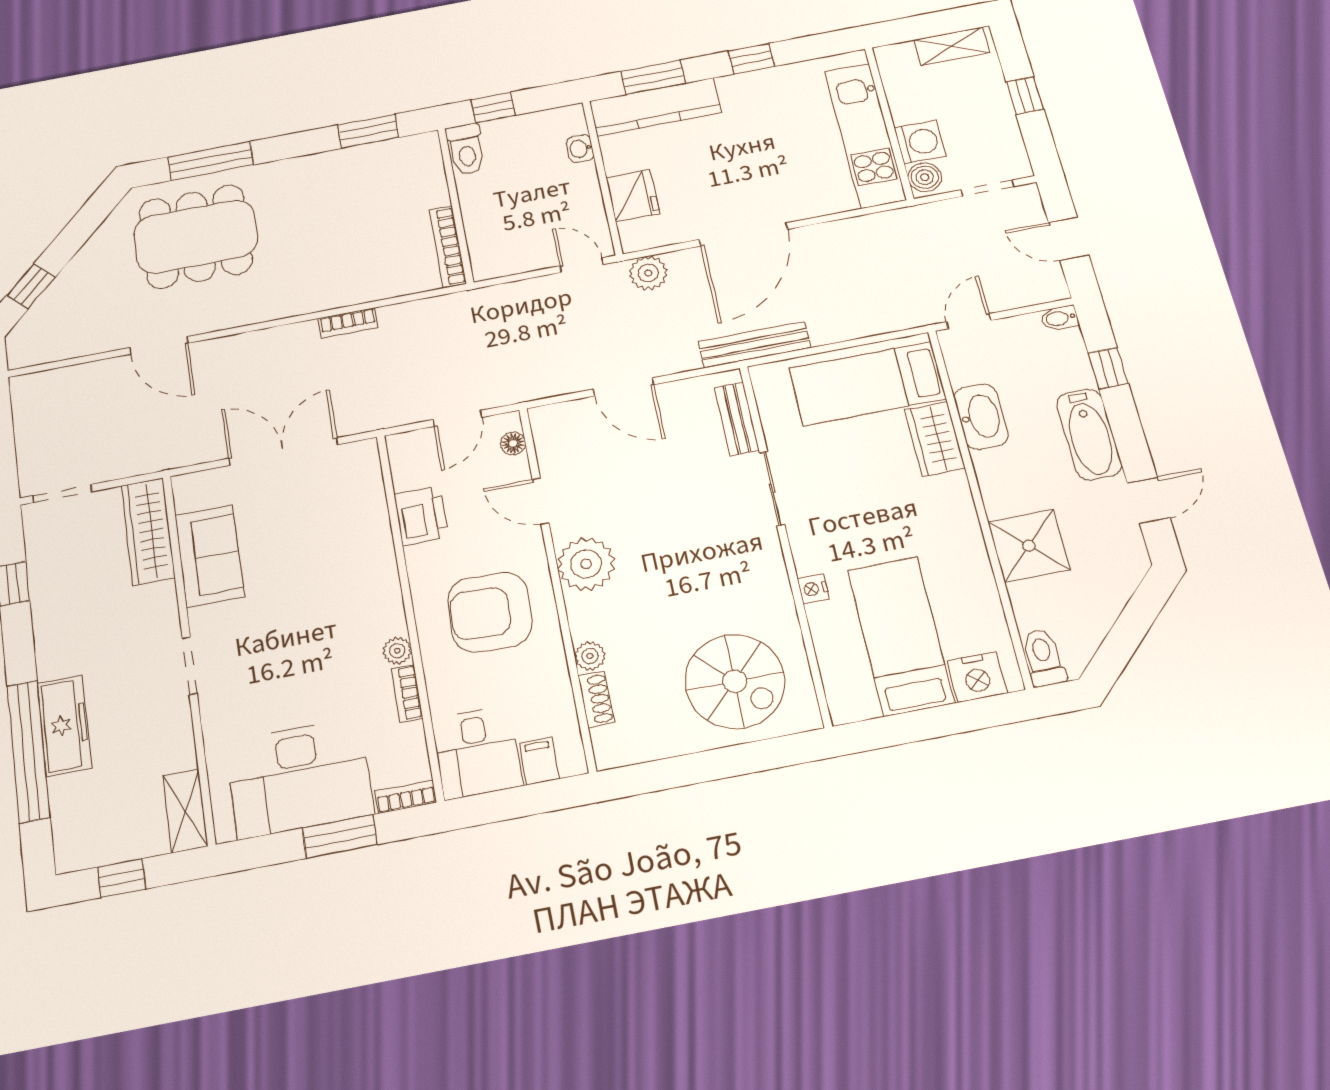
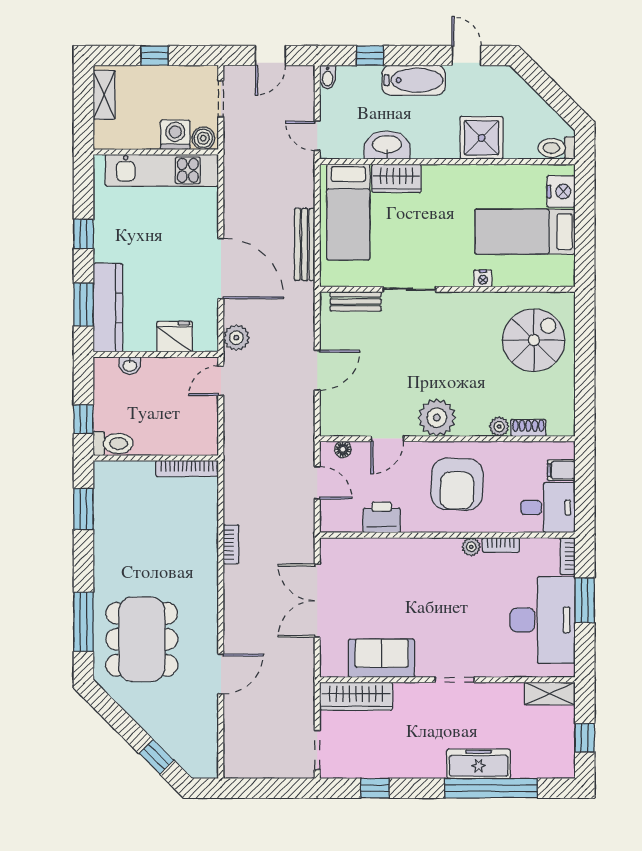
bench: (754, 345) -> (305, 244), moved

